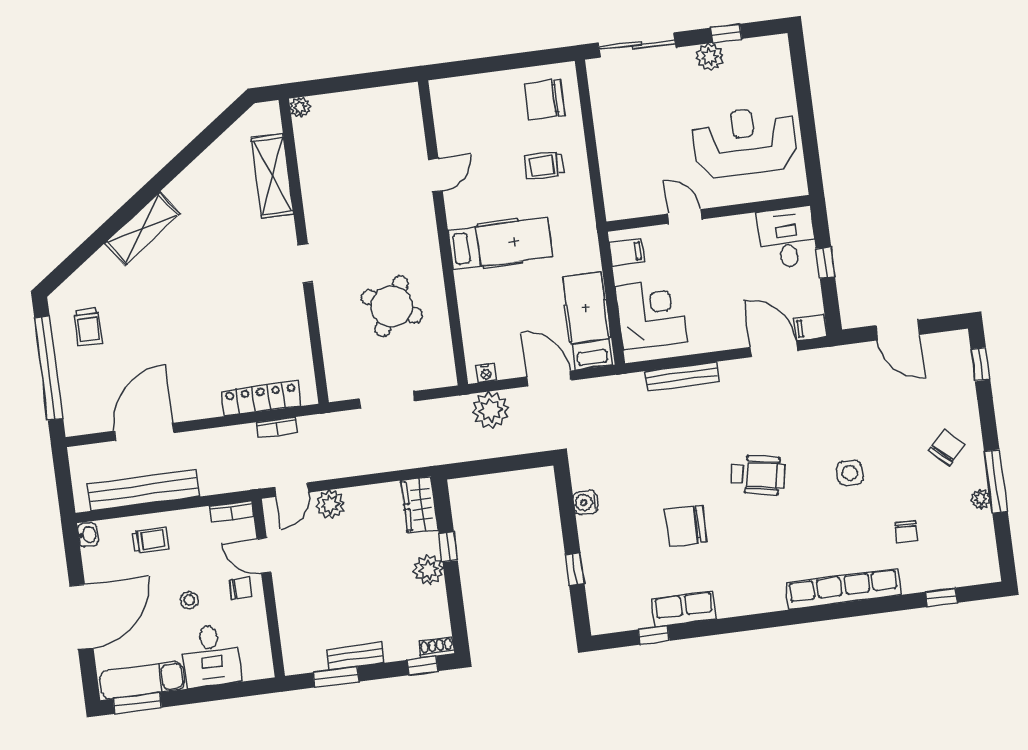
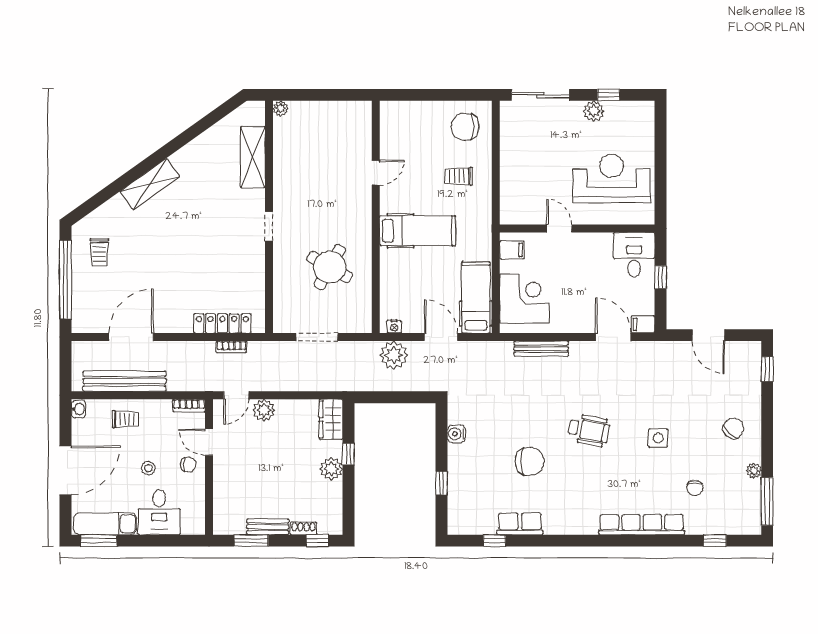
window: (996, 481) -> (767, 501), moved
chair: (686, 526) -> (530, 462), turned 180
shoe rack: (436, 648) -> (303, 528), moved

